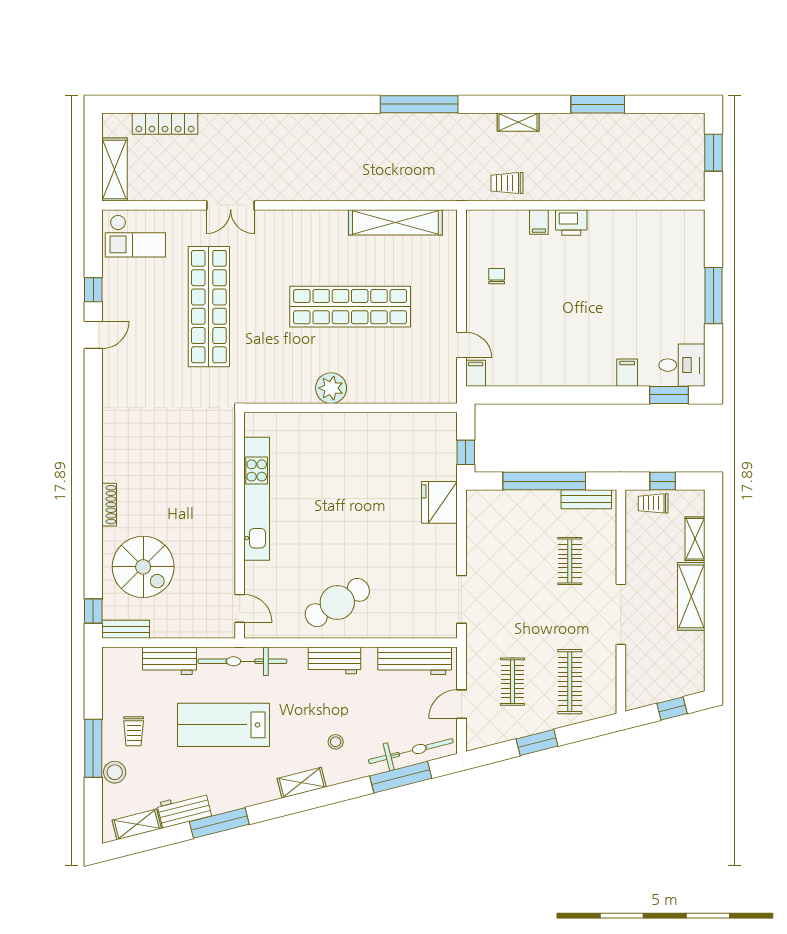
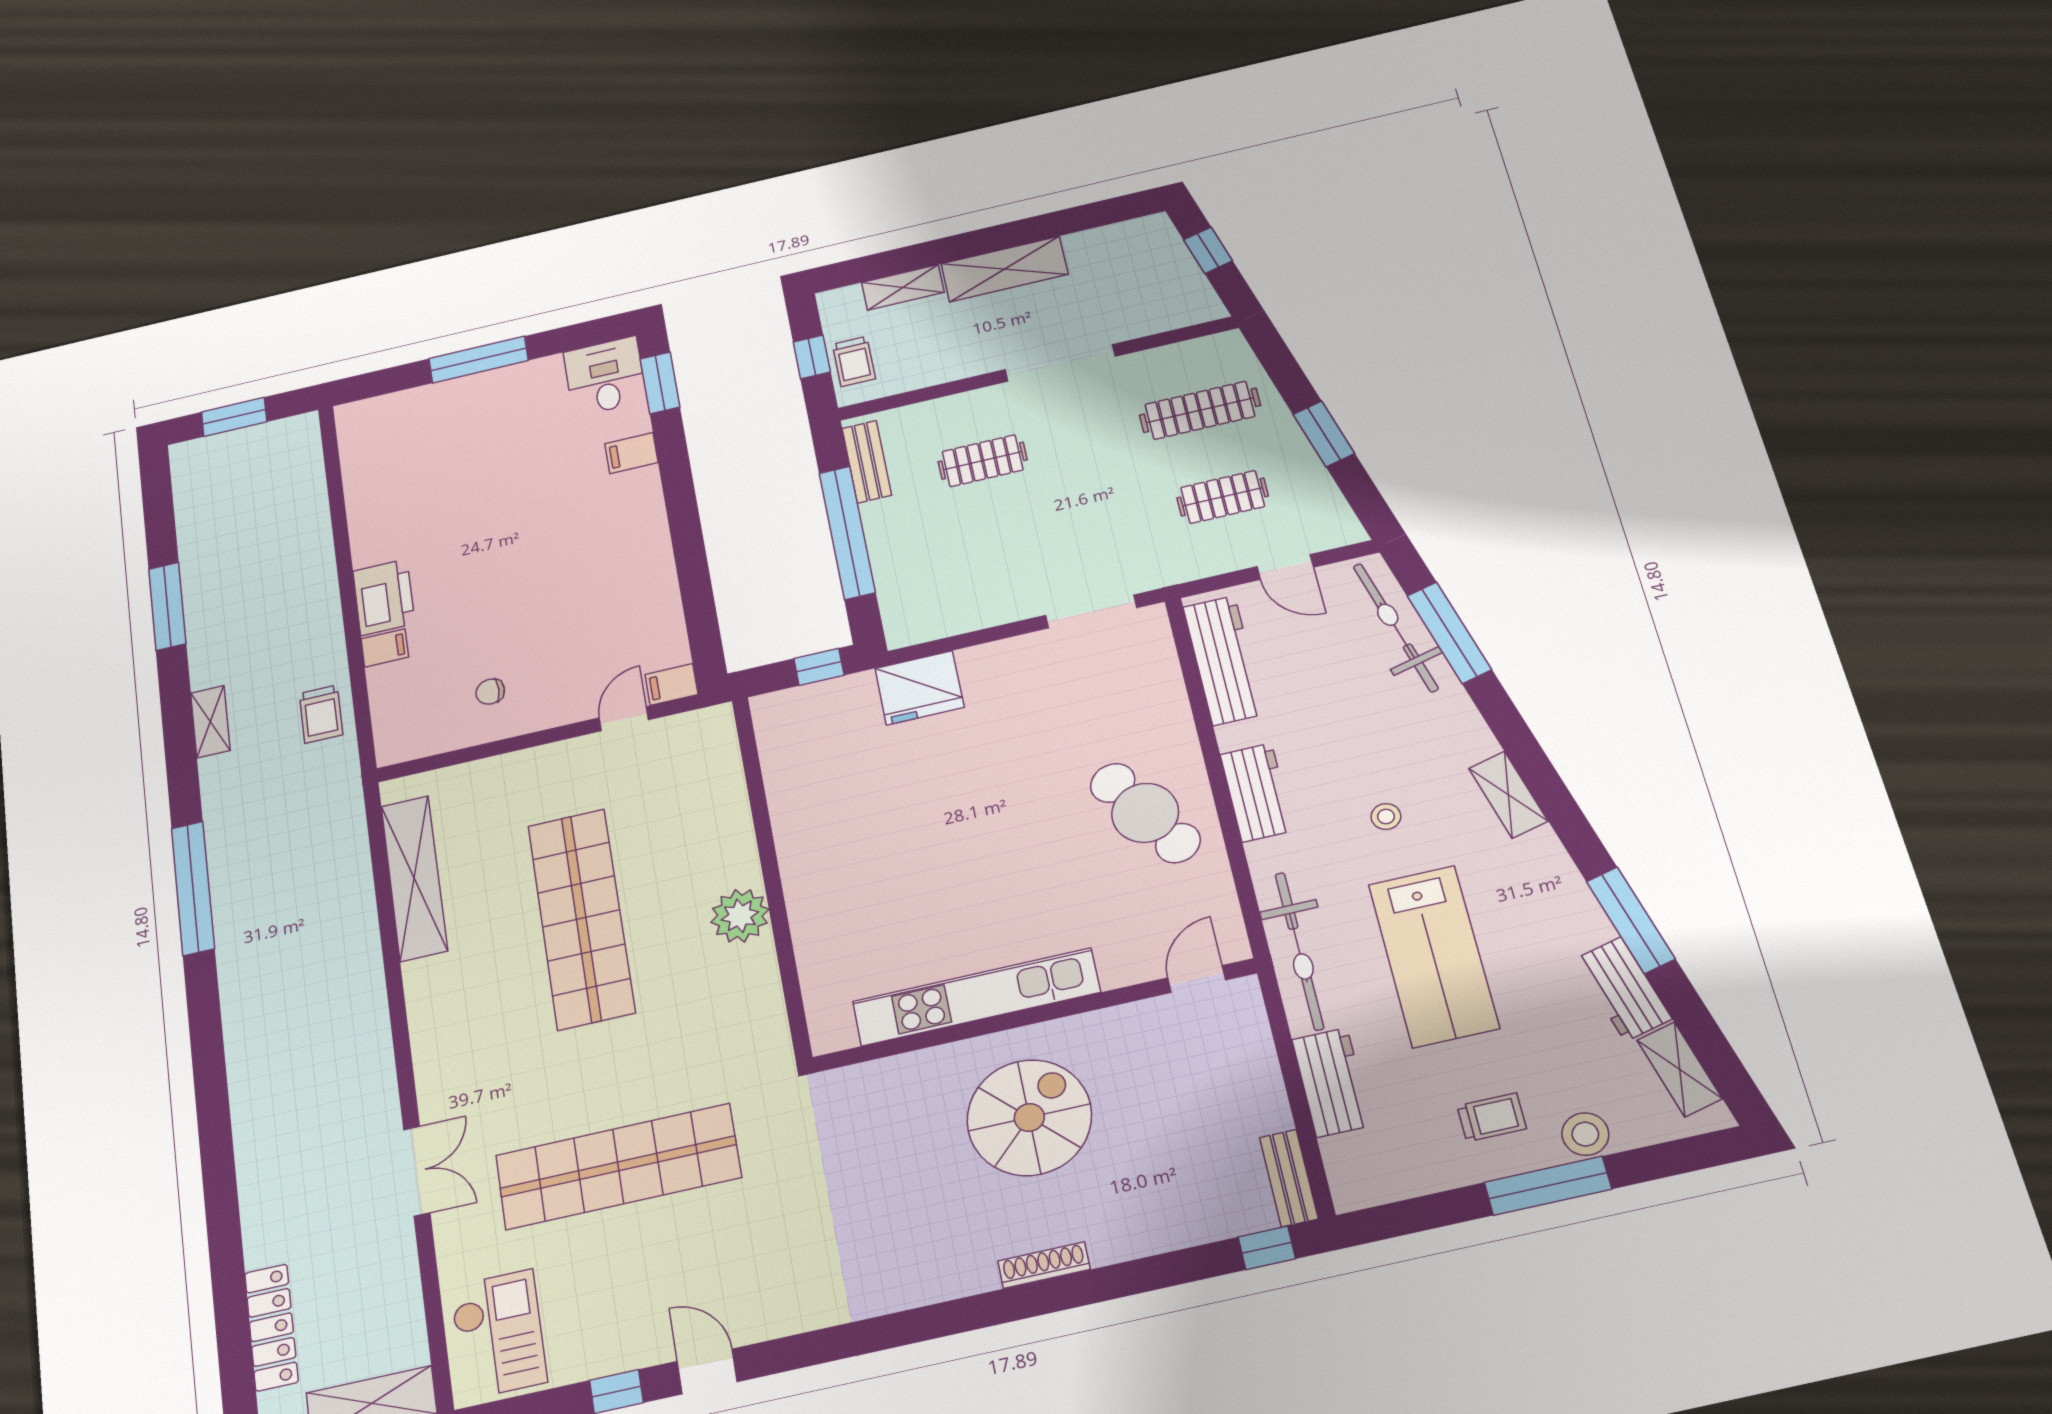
printer: (571, 223) -> (384, 597), width x1.37, depth x1.19
spiral stairs: (143, 567) -> (1029, 1117), moved
stool: (336, 742) -> (1386, 817), moved

